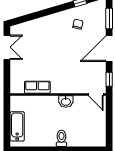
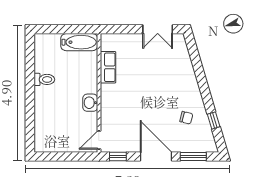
bathtub: (17, 126) -> (79, 42), moved
toilet: (61, 138) -> (44, 79), moved

